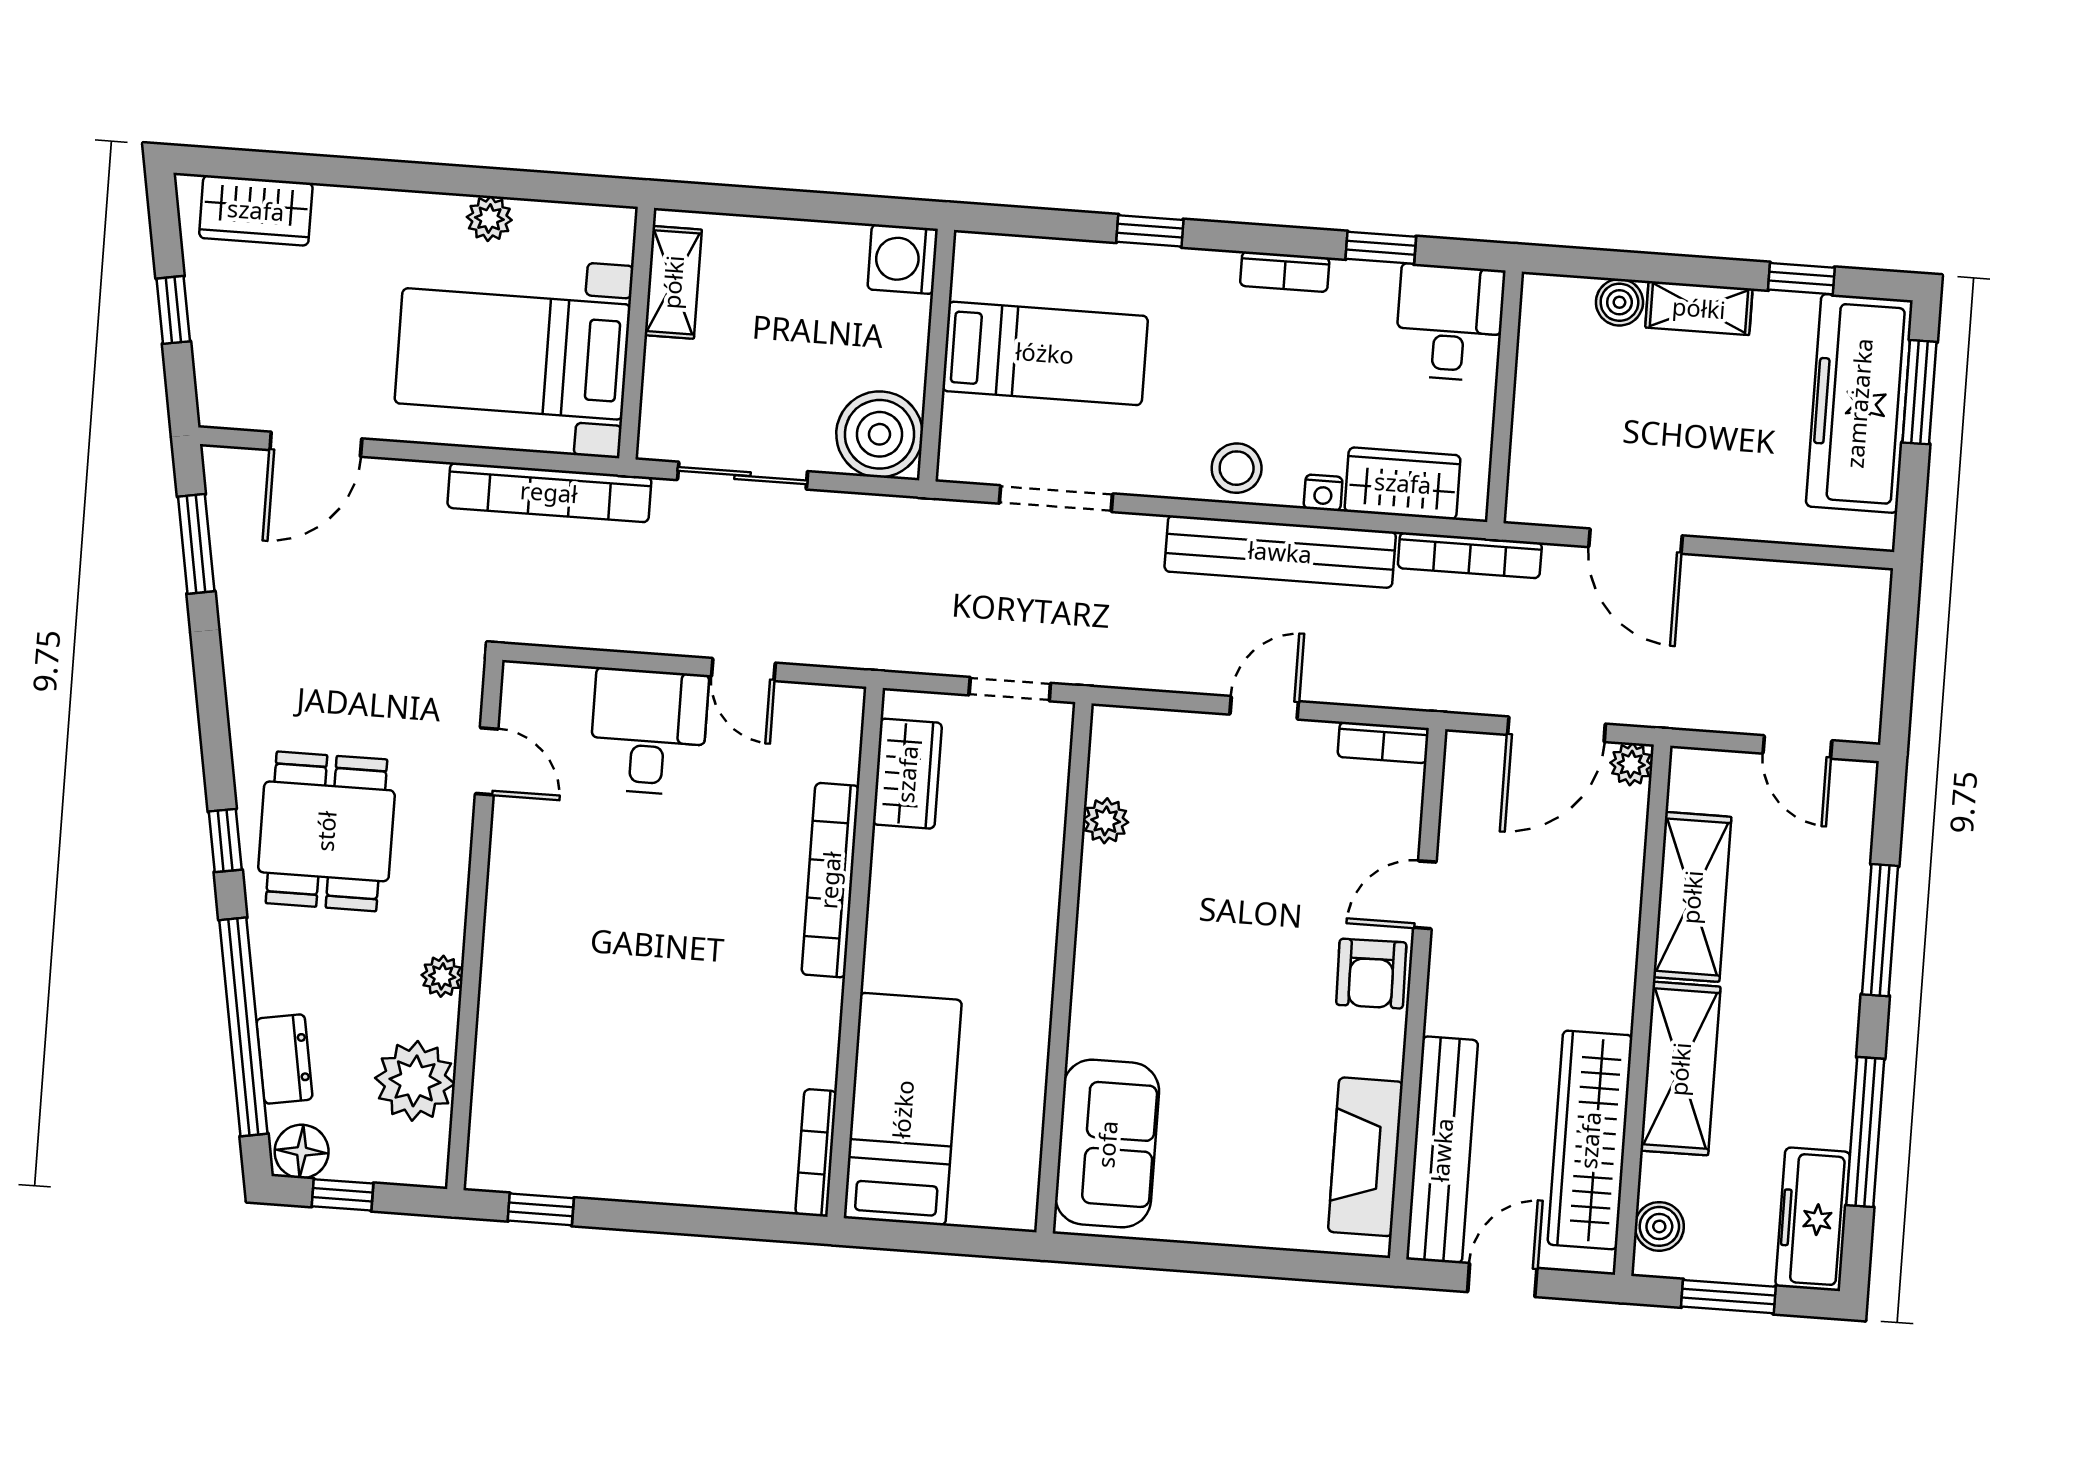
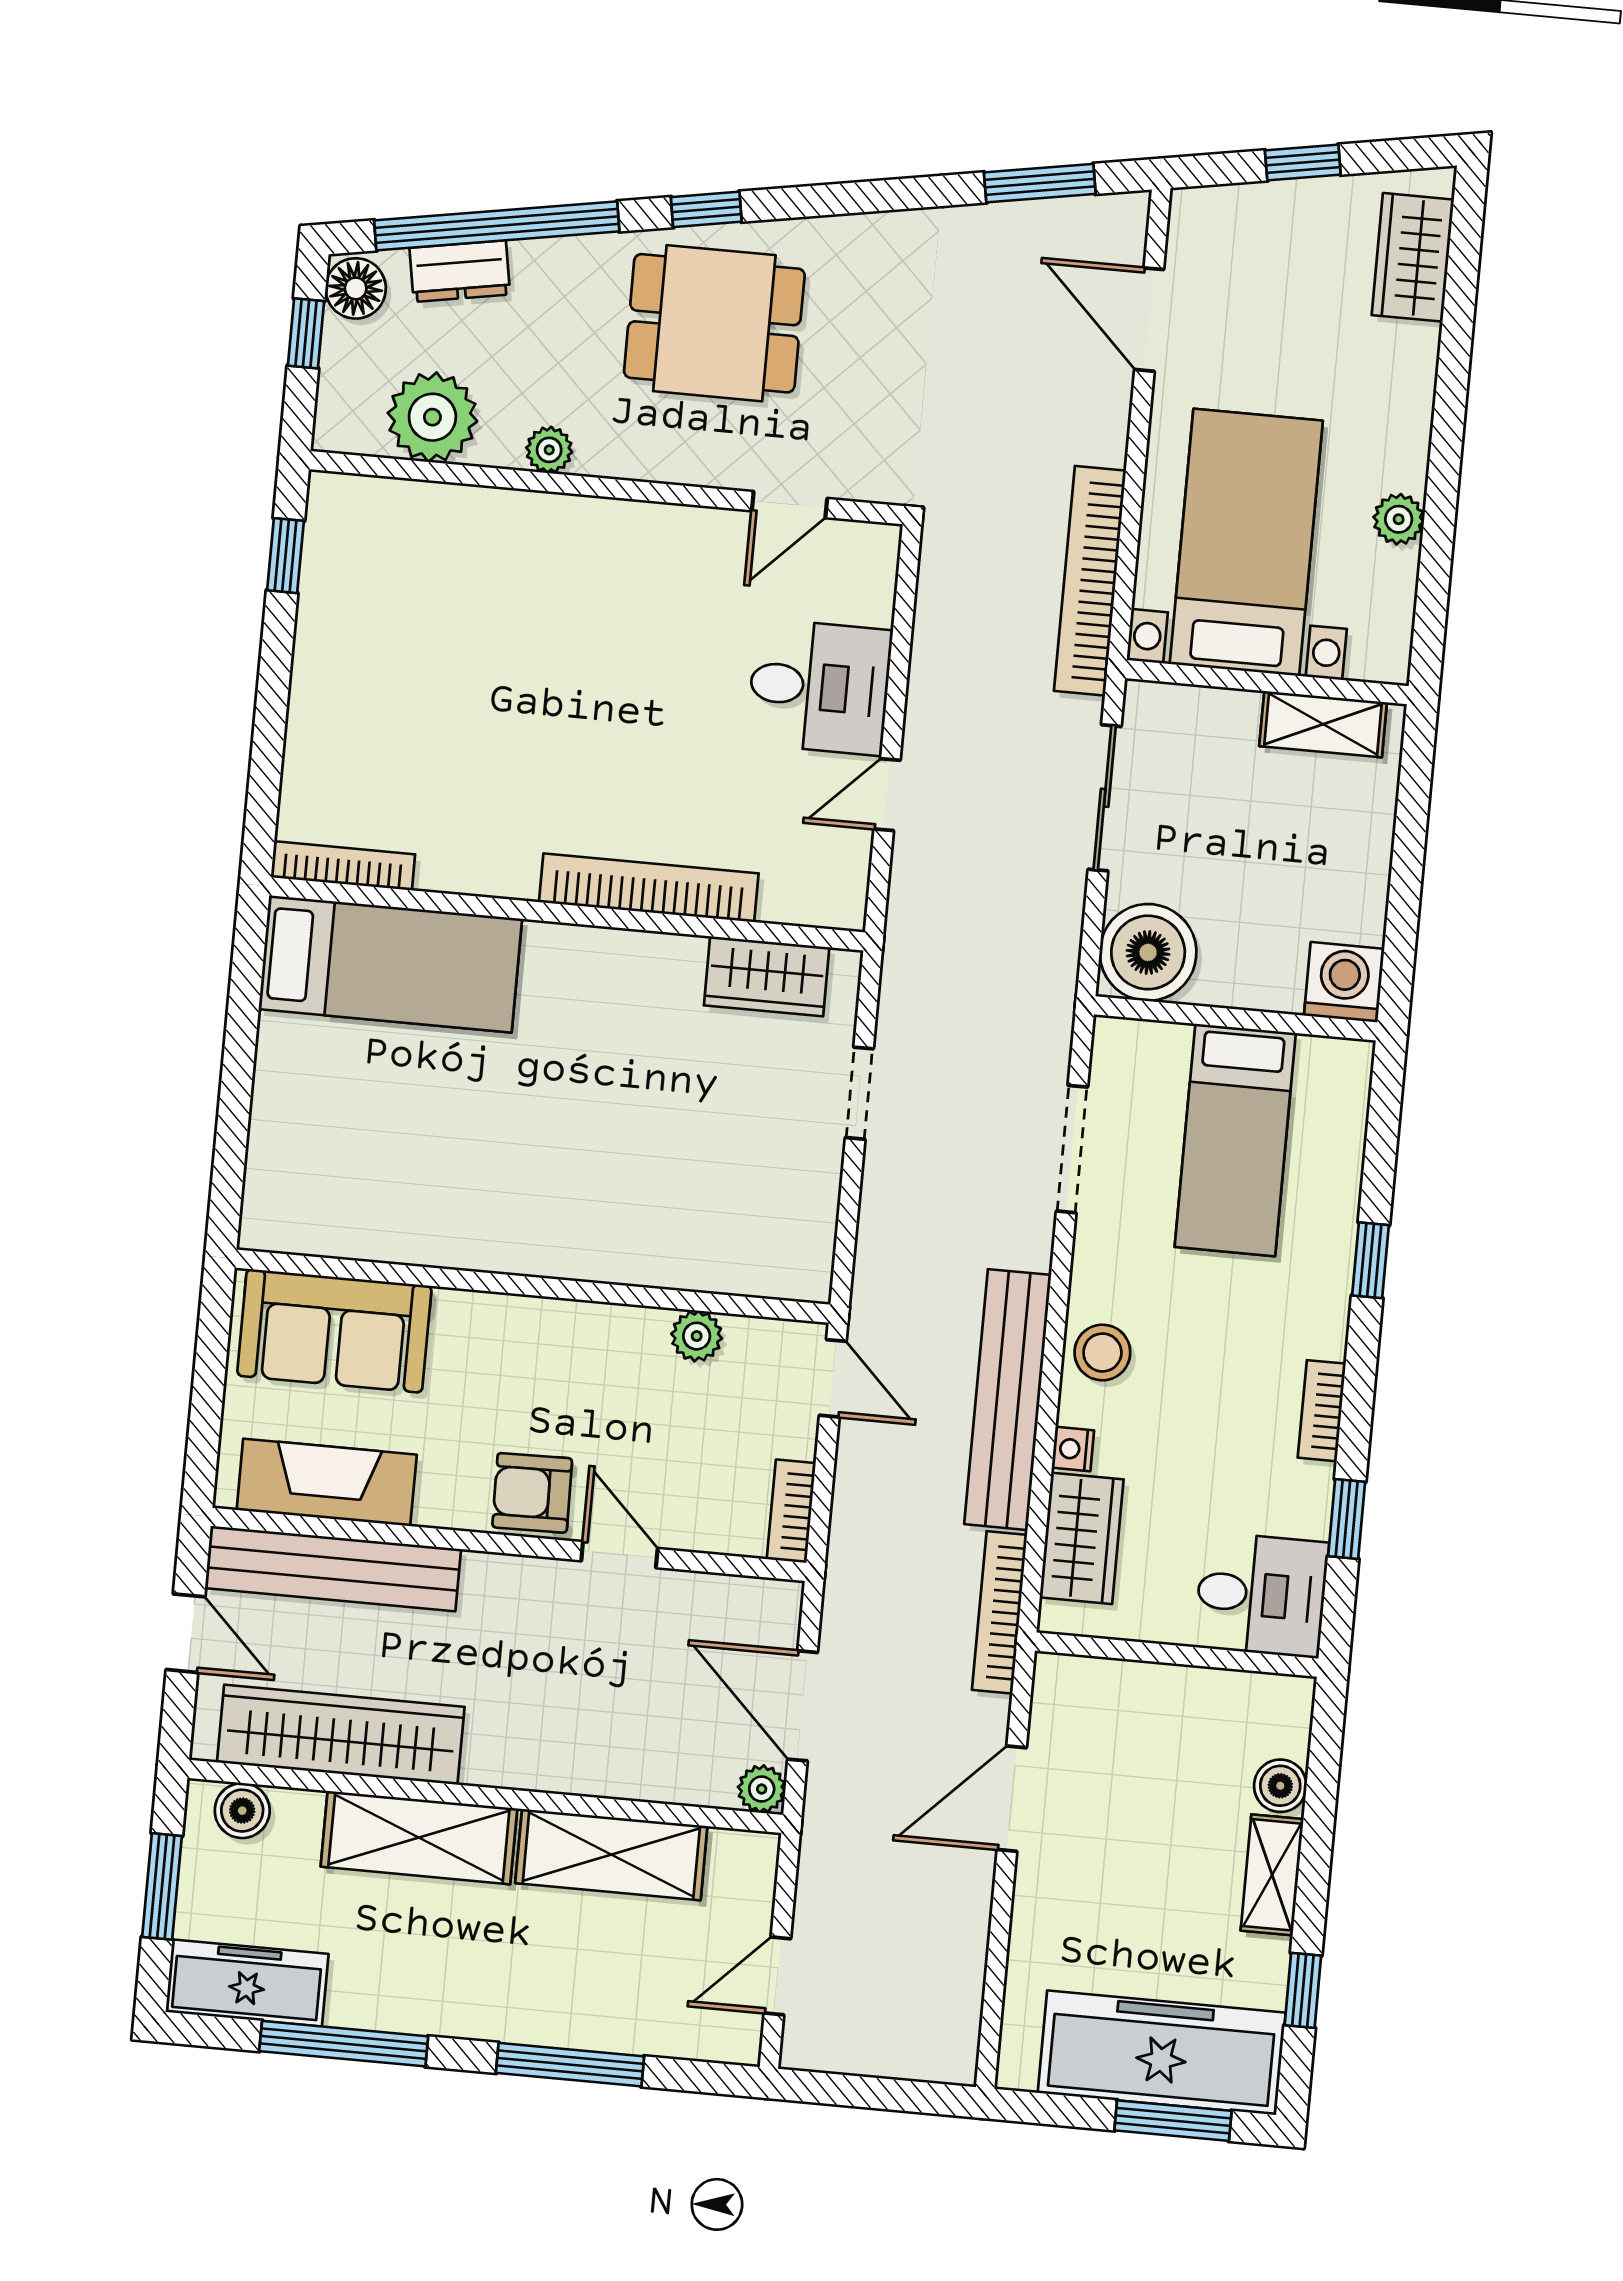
plant: (1106, 821) -> (697, 1336), moved
wall: (1064, 968) -> (533, 1286), moved
sofa: (1107, 1144) -> (334, 1331), moved

